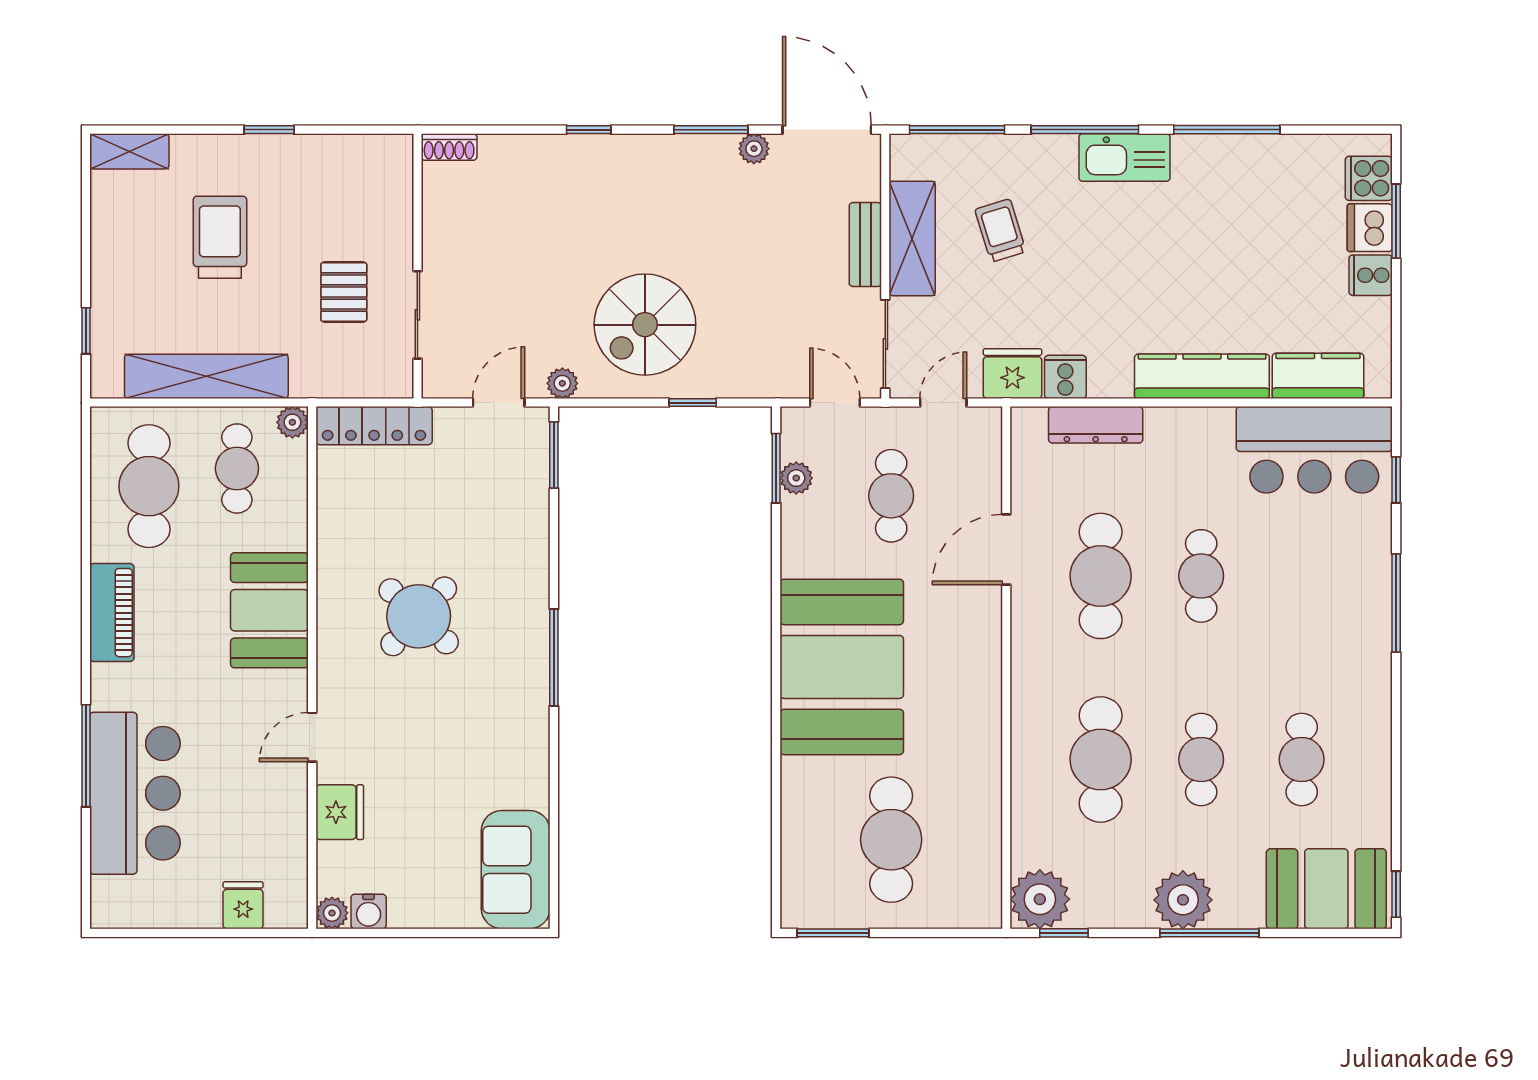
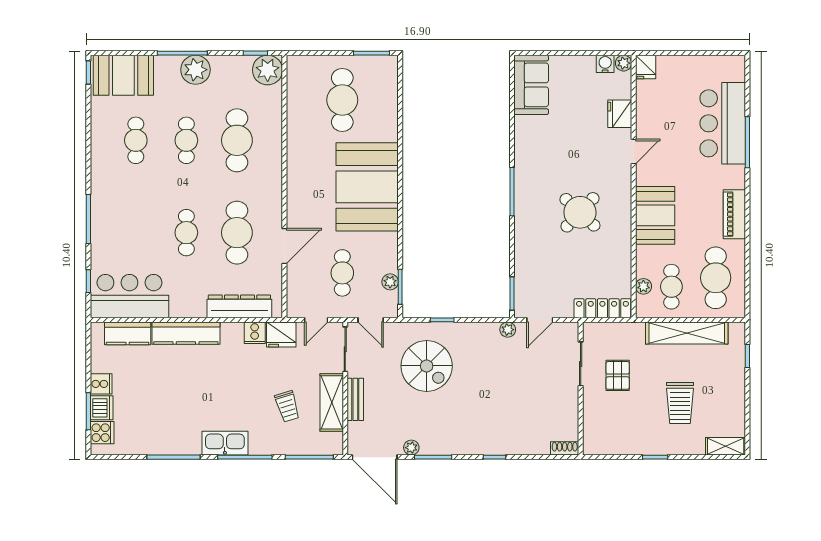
spiral stairs: (645, 325) -> (427, 366), moved, turned 90
plant: (292, 422) -> (643, 286), moved
dresser: (1096, 425) -> (239, 306), width x1.37, depth x1.24
fridge: (243, 905) -> (646, 67), moved

